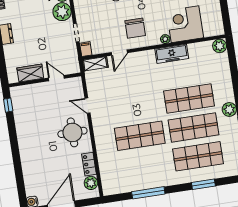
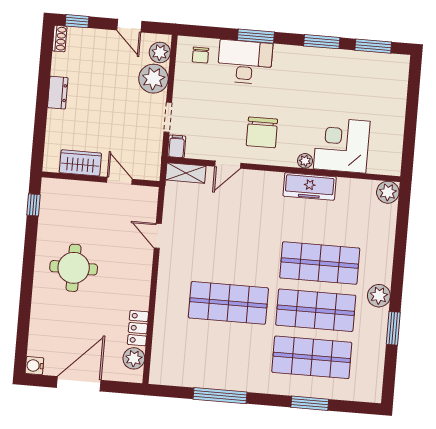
round table: (72, 132) -> (74, 268), moved

